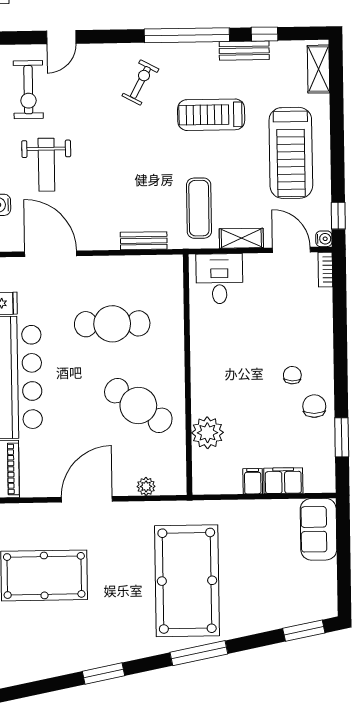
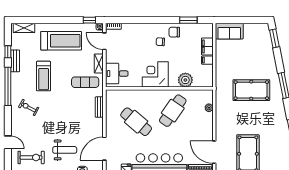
door: (291, 250) -> (104, 41), hinge flipped
cafe table: (112, 324) -> (136, 122), turned -50
corner desk: (219, 365) -> (155, 74), added
door: (87, 499) -> (214, 152), moved
pool table: (187, 581) -> (251, 90), width x0.73, depth x0.76

